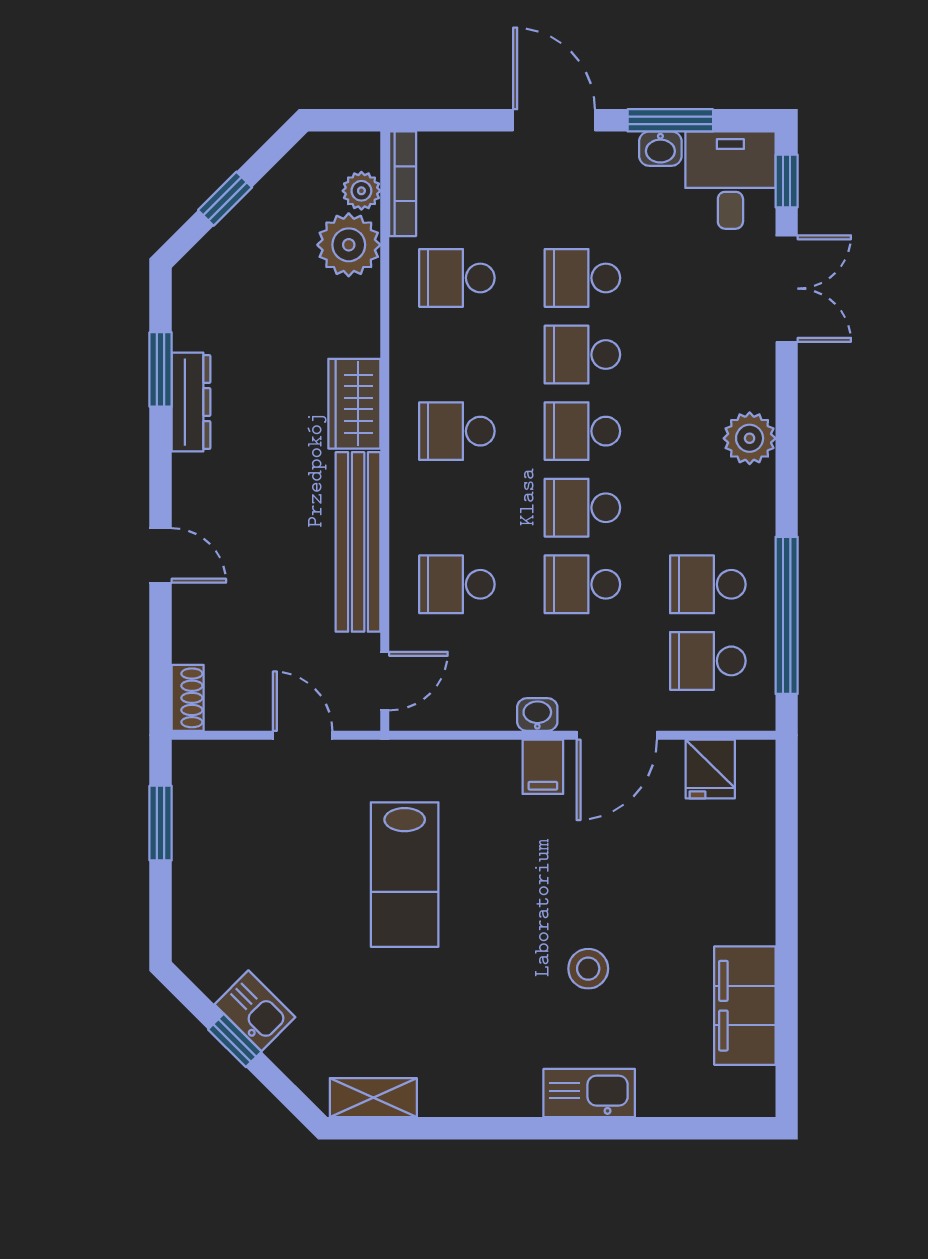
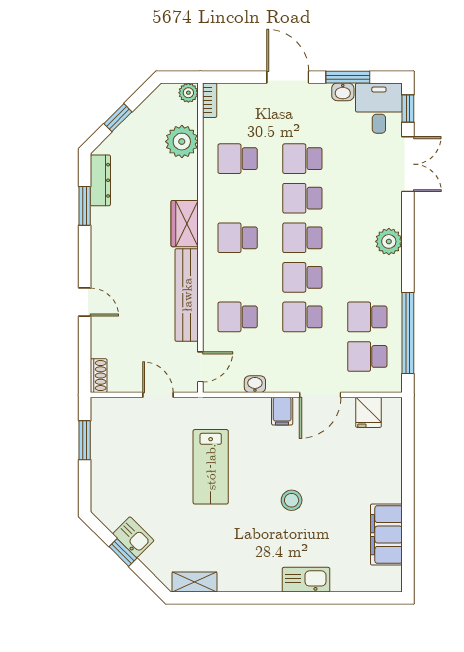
bookcase: (403, 184) -> (210, 100), width x0.64
plant: (361, 191) -> (188, 93), moved
dresser: (191, 402) -> (100, 180), moved
washbasin: (537, 715) -> (255, 384), moved
stool: (588, 969) -> (292, 500), moved

